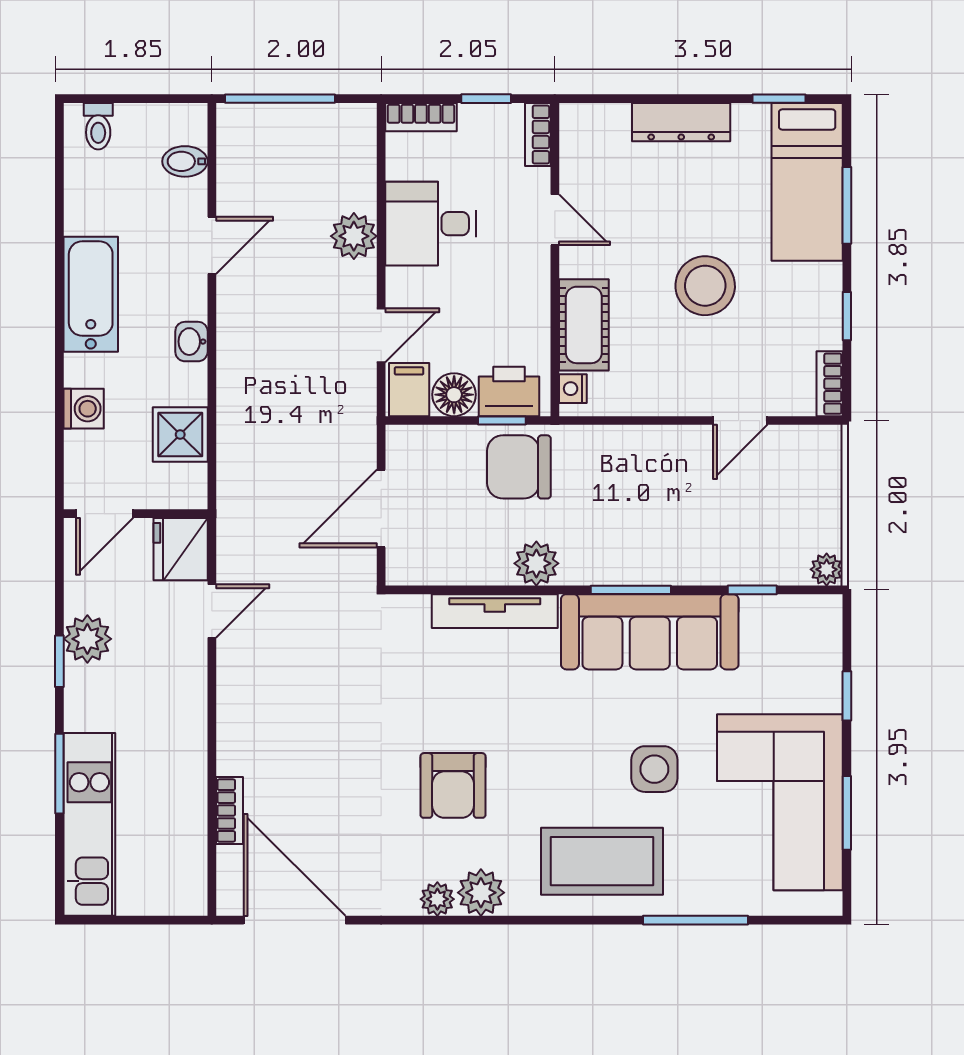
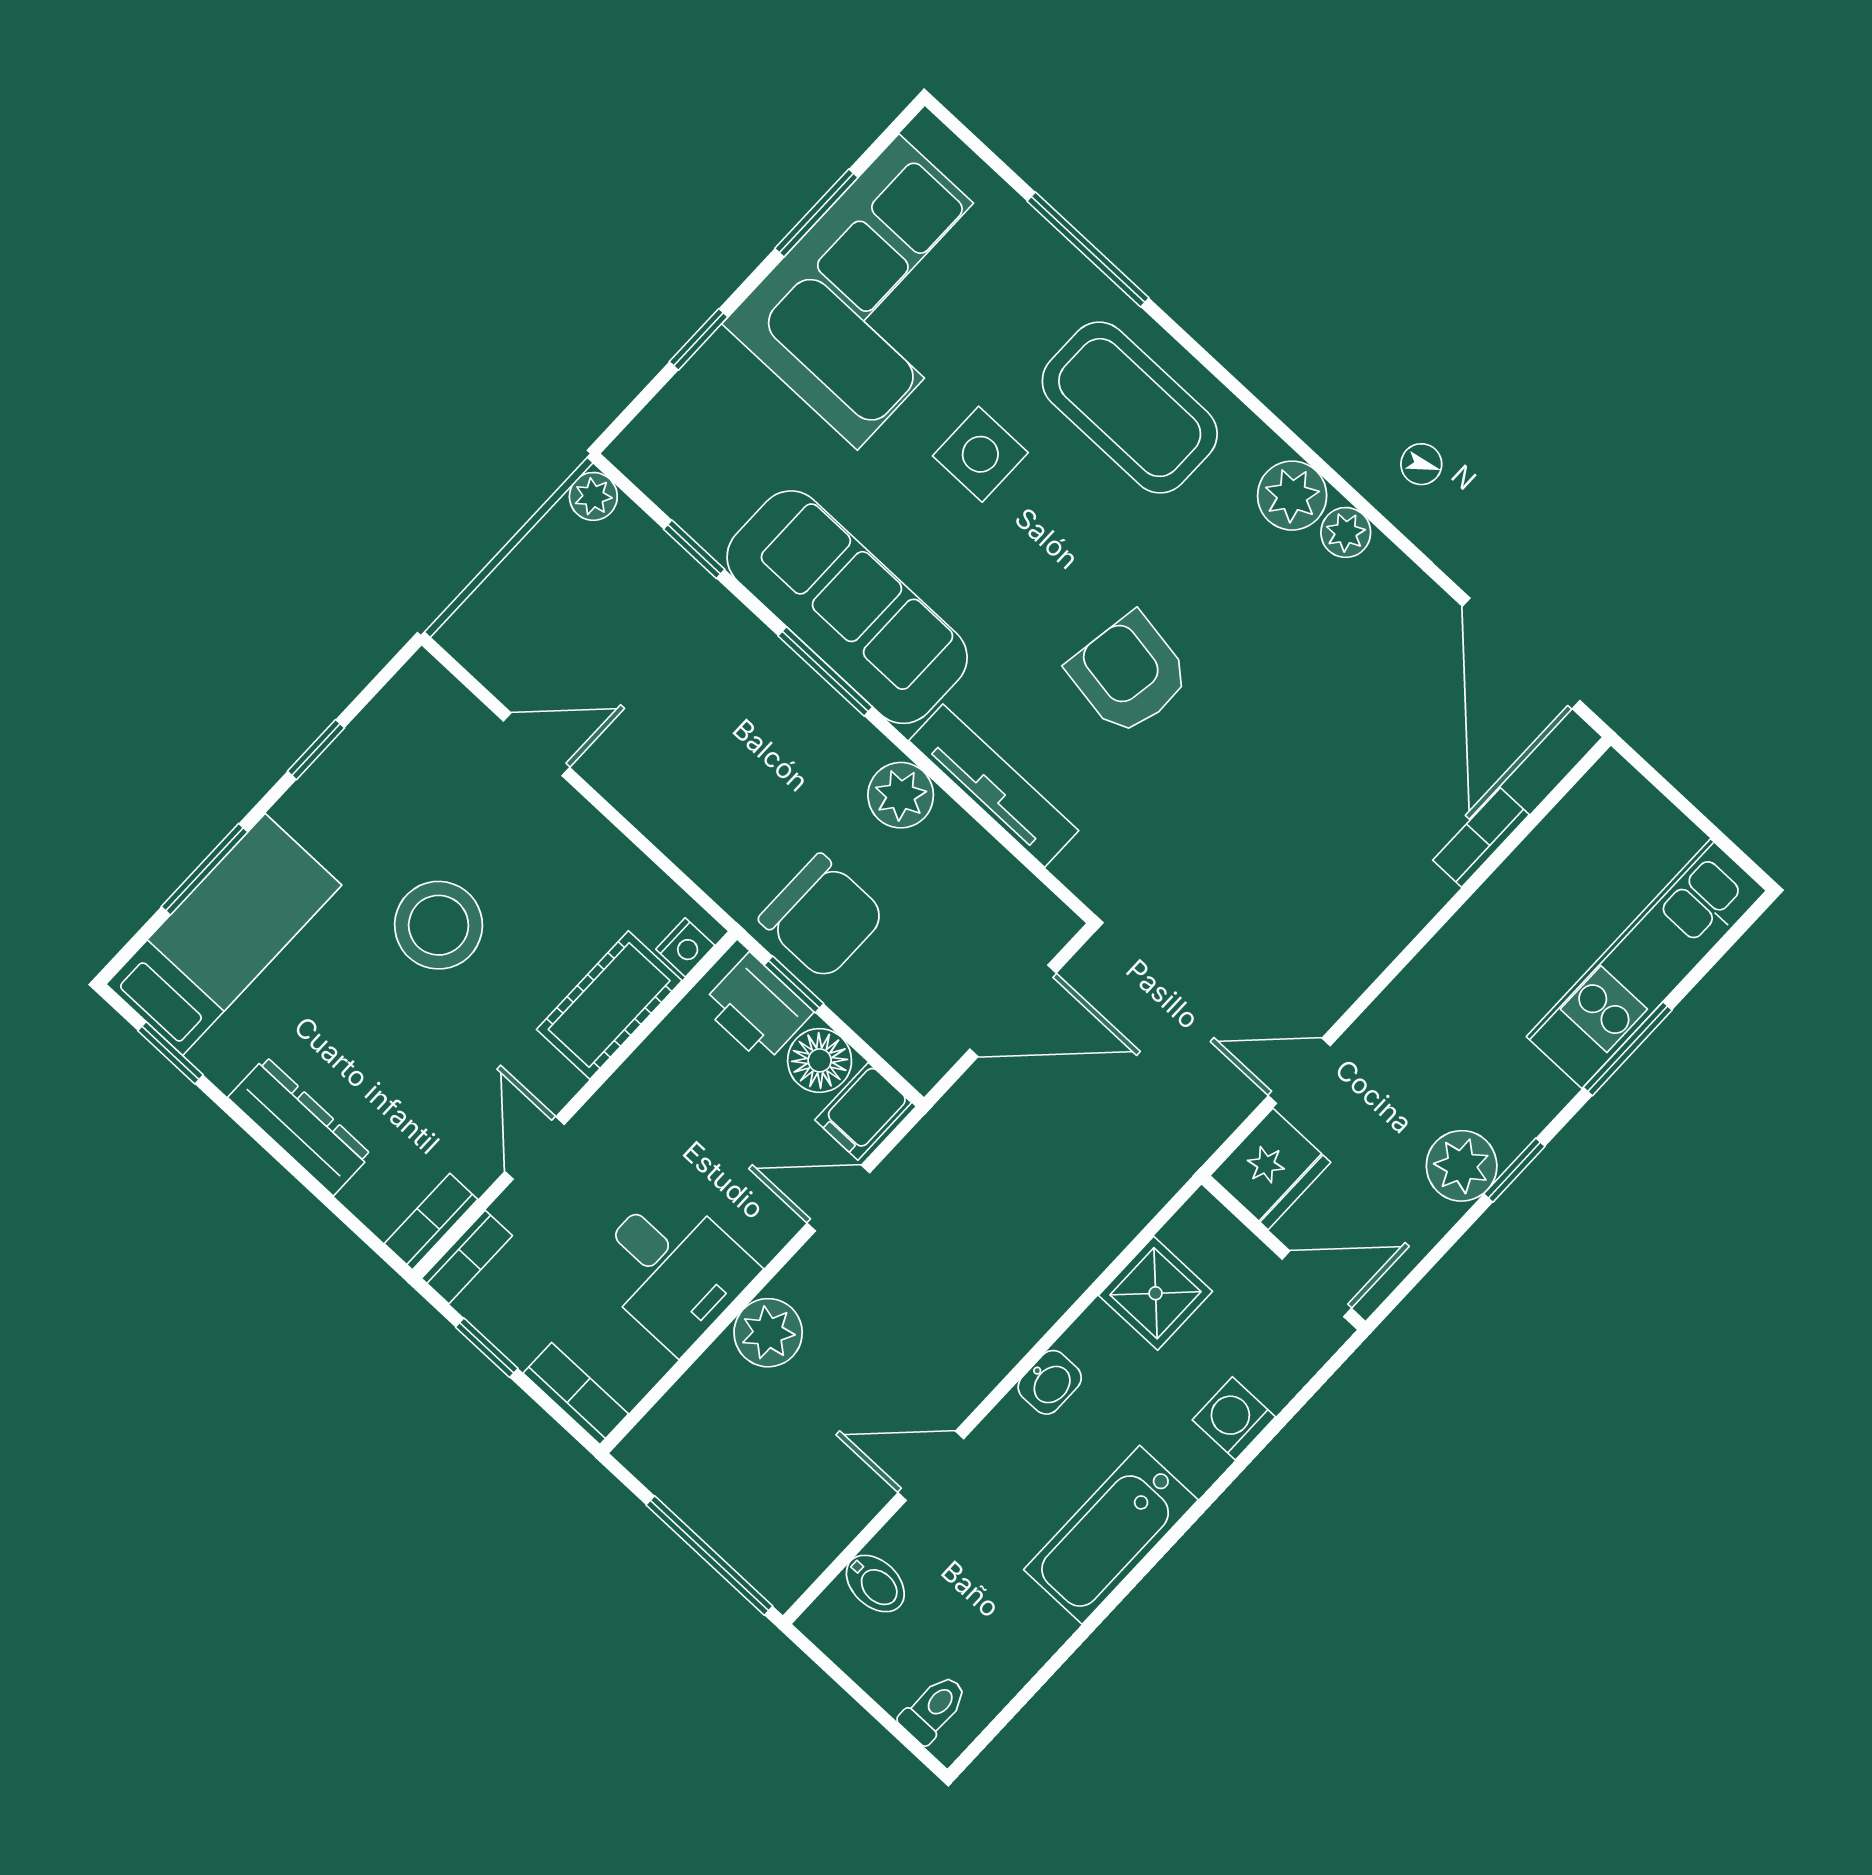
bookcase: (830, 384) -> (431, 1222), moved, turned 180
armchair: (453, 785) -> (1129, 674), moved, turned -81

